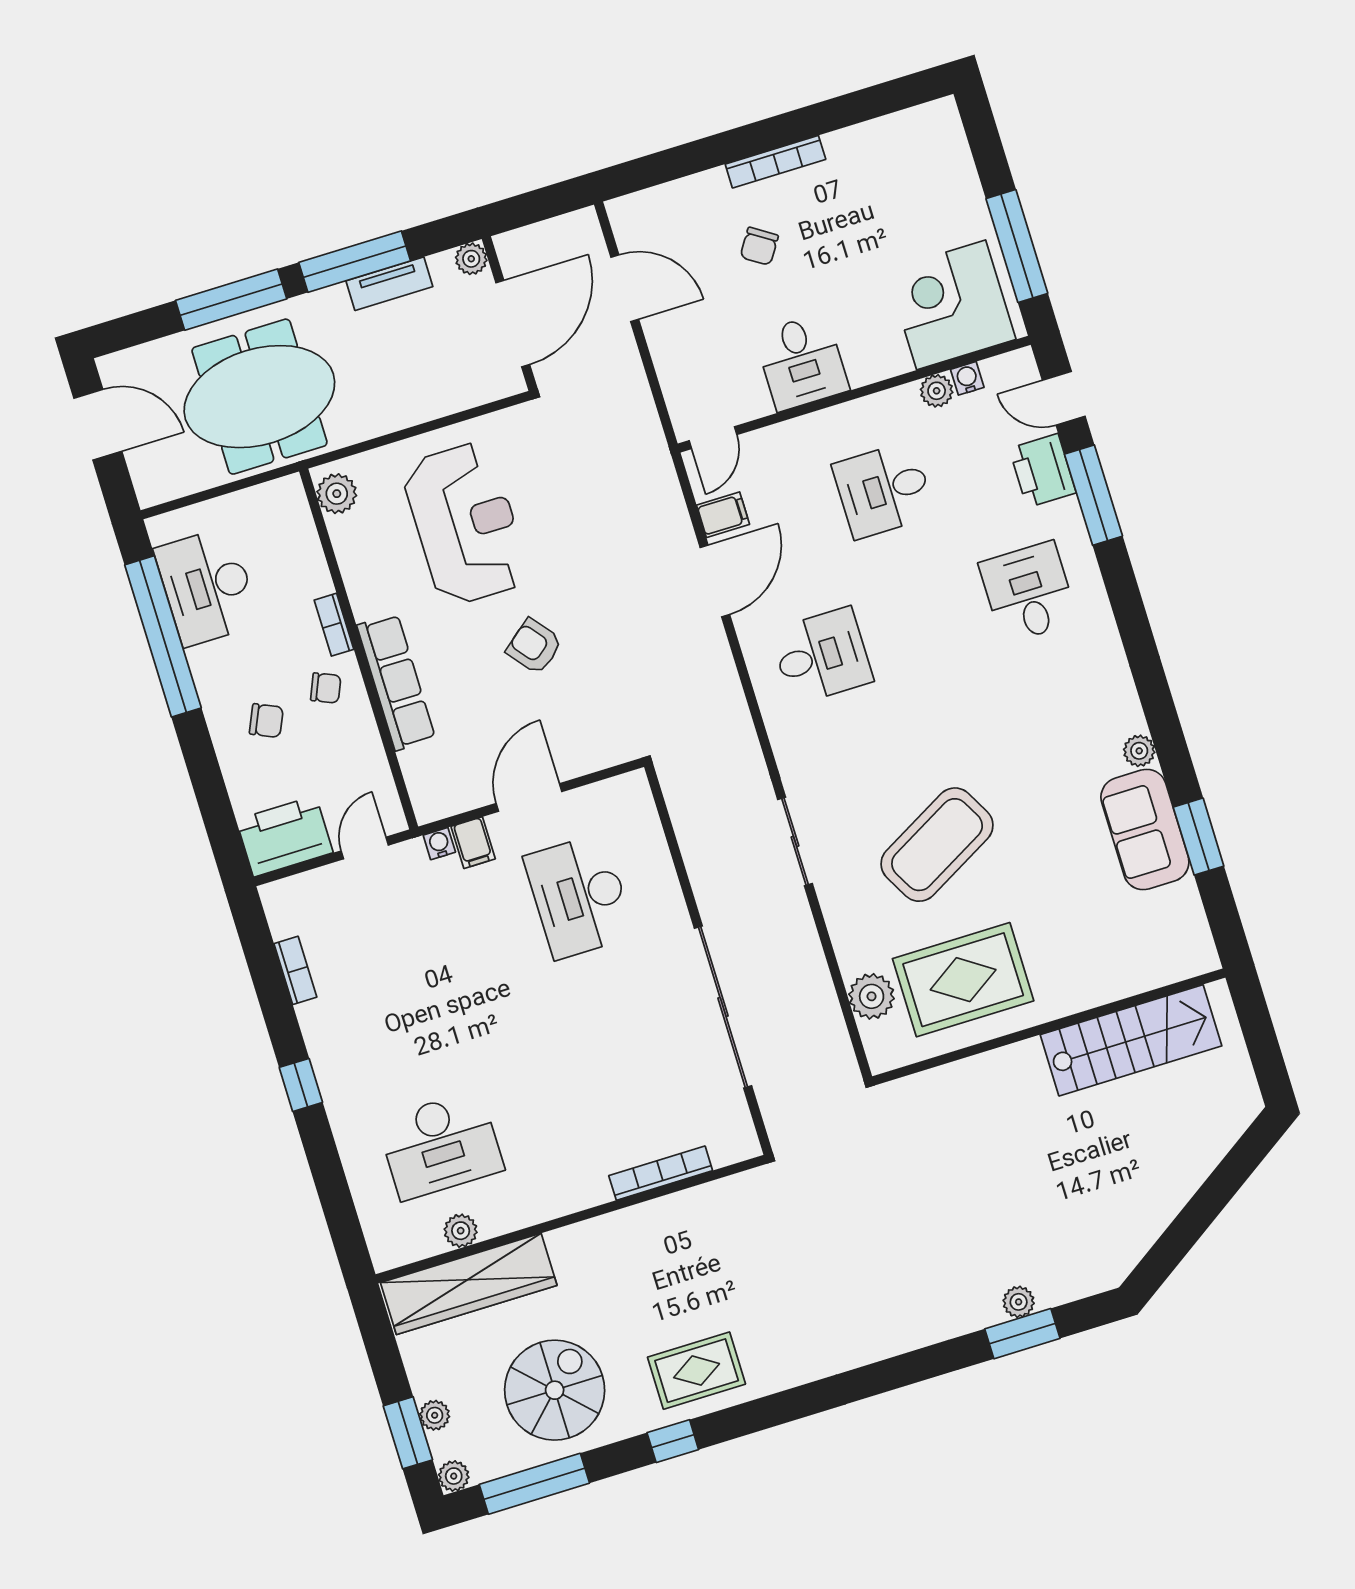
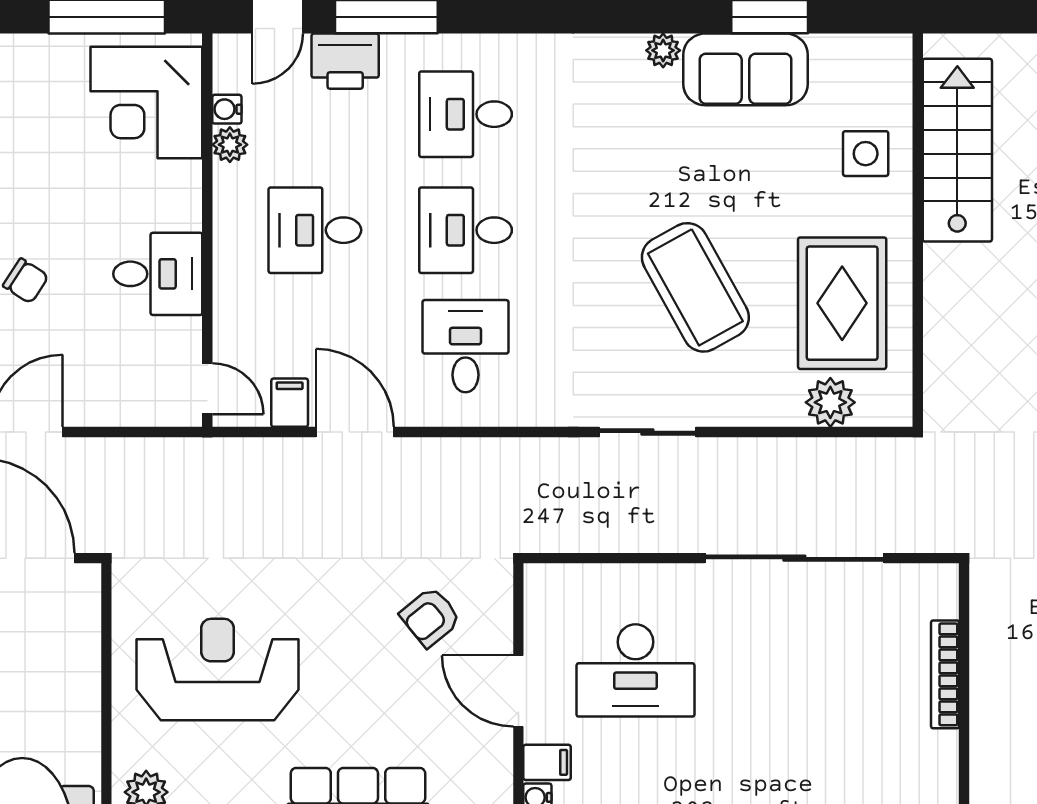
desk: (884, 490) -> (315, 230), turned 90
desk: (925, 624) -> (465, 230), added
armchair: (534, 646) -> (430, 617), moved
side table: (1103, 960) -> (866, 154), added

